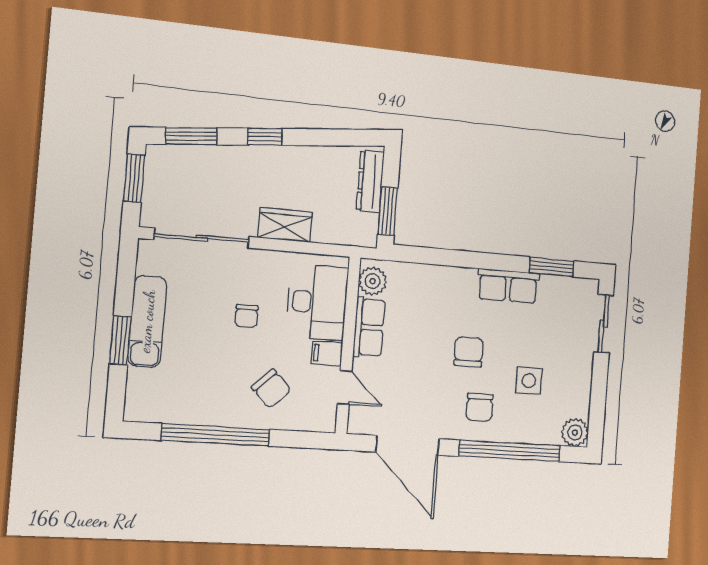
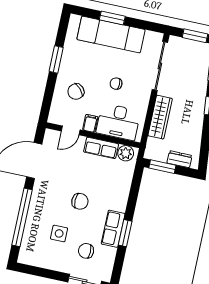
dresser: (370, 181) -> (180, 159), width x0.70
wardrobe: (285, 225) -> (160, 117), width x1.50
window: (552, 267) -> (125, 233), moved
exam couch: (147, 321) -> (111, 34), width x1.36, depth x1.45
chair: (480, 407) -> (86, 251), moved
plant: (575, 432) -> (26, 256), removed
window: (216, 435) -> (56, 59), width x0.47

